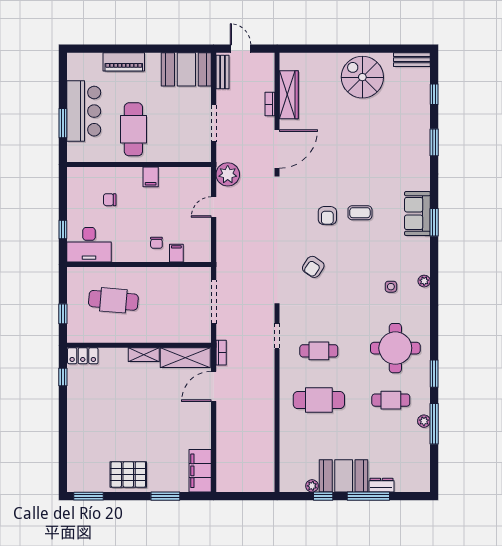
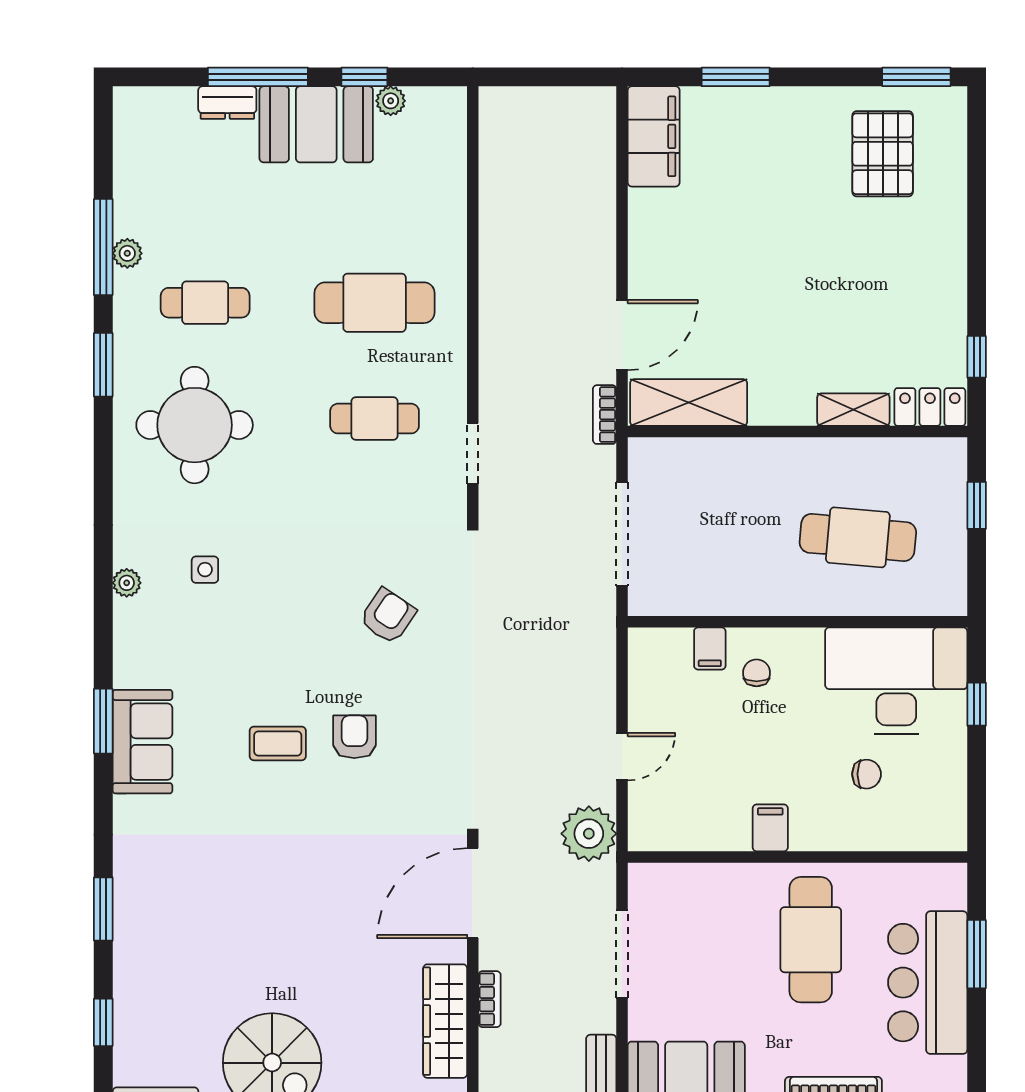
desk: (89, 245) -> (896, 681), width x1.36, depth x1.30
shelving: (144, 355) -> (853, 410), moved
pallet: (128, 474) -> (883, 154), moved, turned 90

